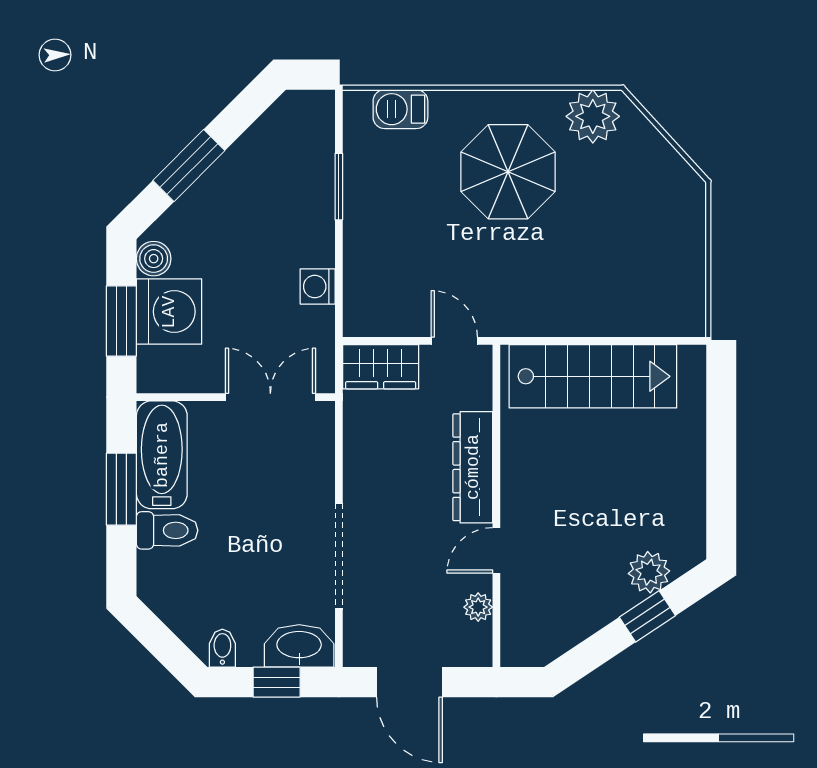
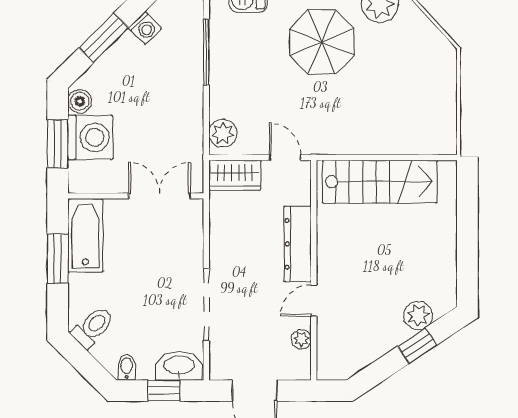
window: (339, 187) -> (206, 52), width x1.44
washing machine: (318, 287) -> (145, 28), moved, turned -135
plant: (363, 306) -> (223, 133), added
toilet: (167, 530) -> (93, 327), moved, turned -45

